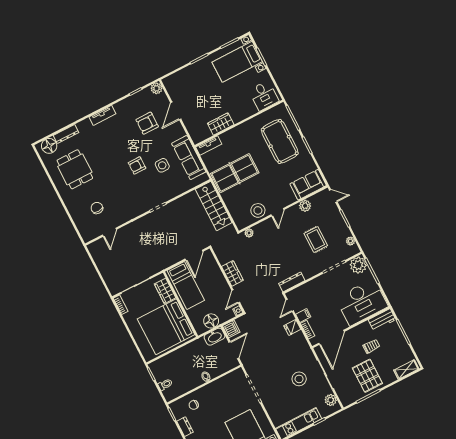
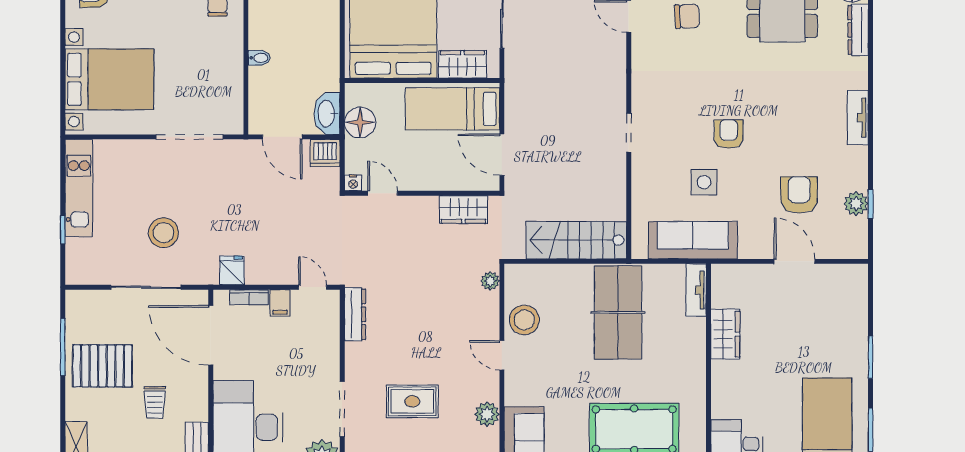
plant: (156, 88) -> (856, 204), moved
wardrobe: (232, 273) -> (464, 210), moved
fridge: (292, 328) -> (232, 270), moved
plant: (331, 400) -> (92, 272), removed

